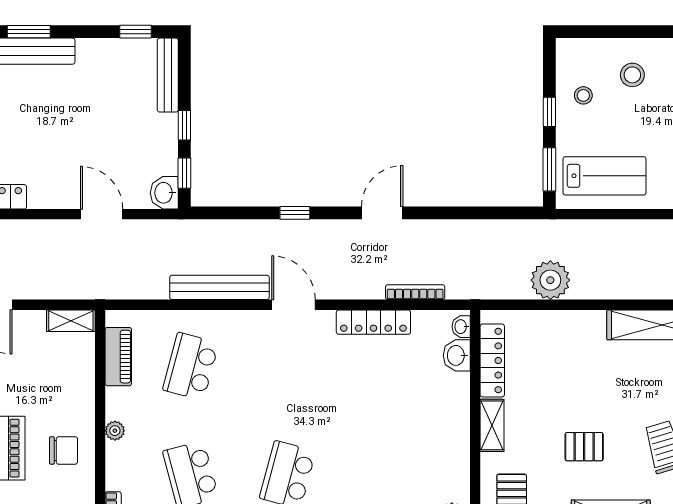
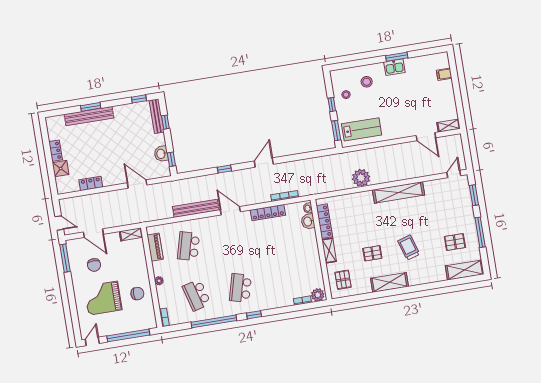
window: (184, 125) -> (165, 122), moved
washbasin: (164, 193) -> (161, 154), moved
plant: (550, 280) -> (361, 178), moved

